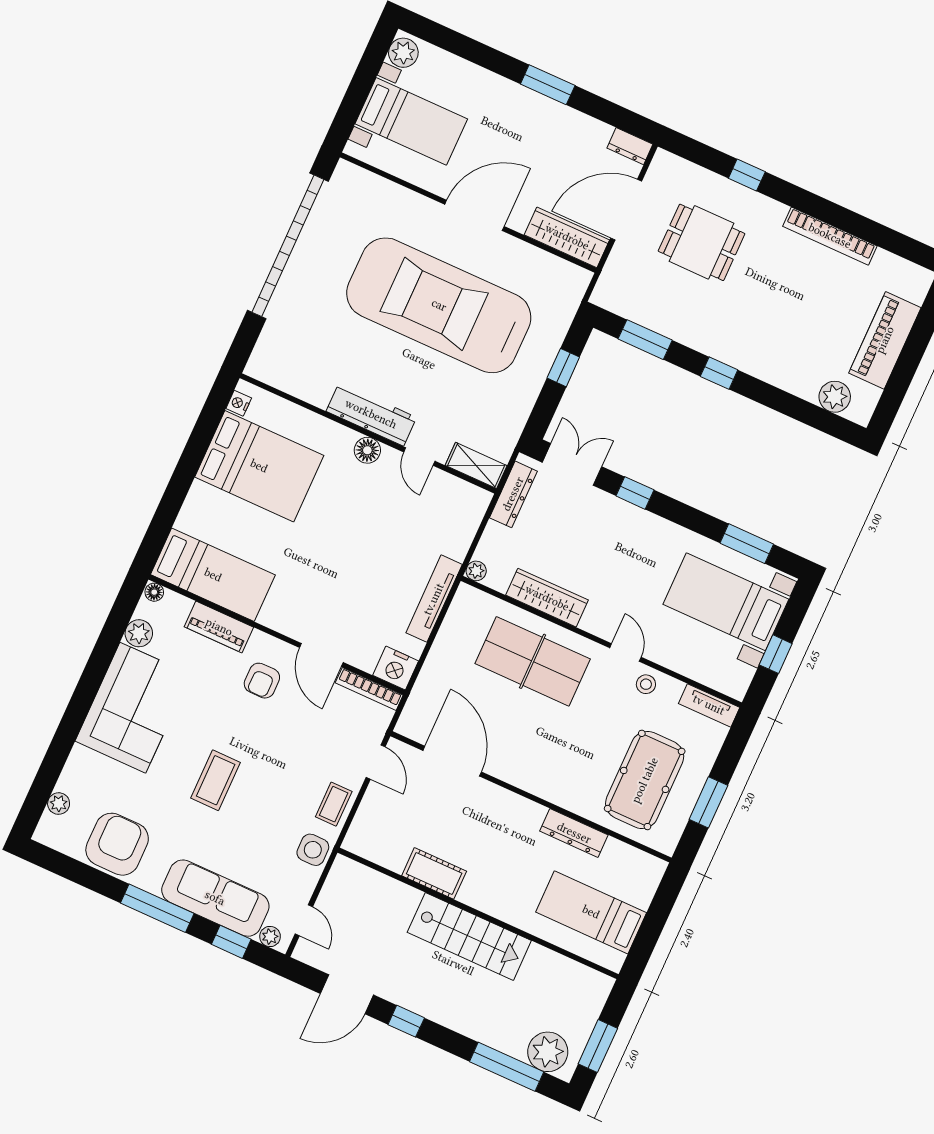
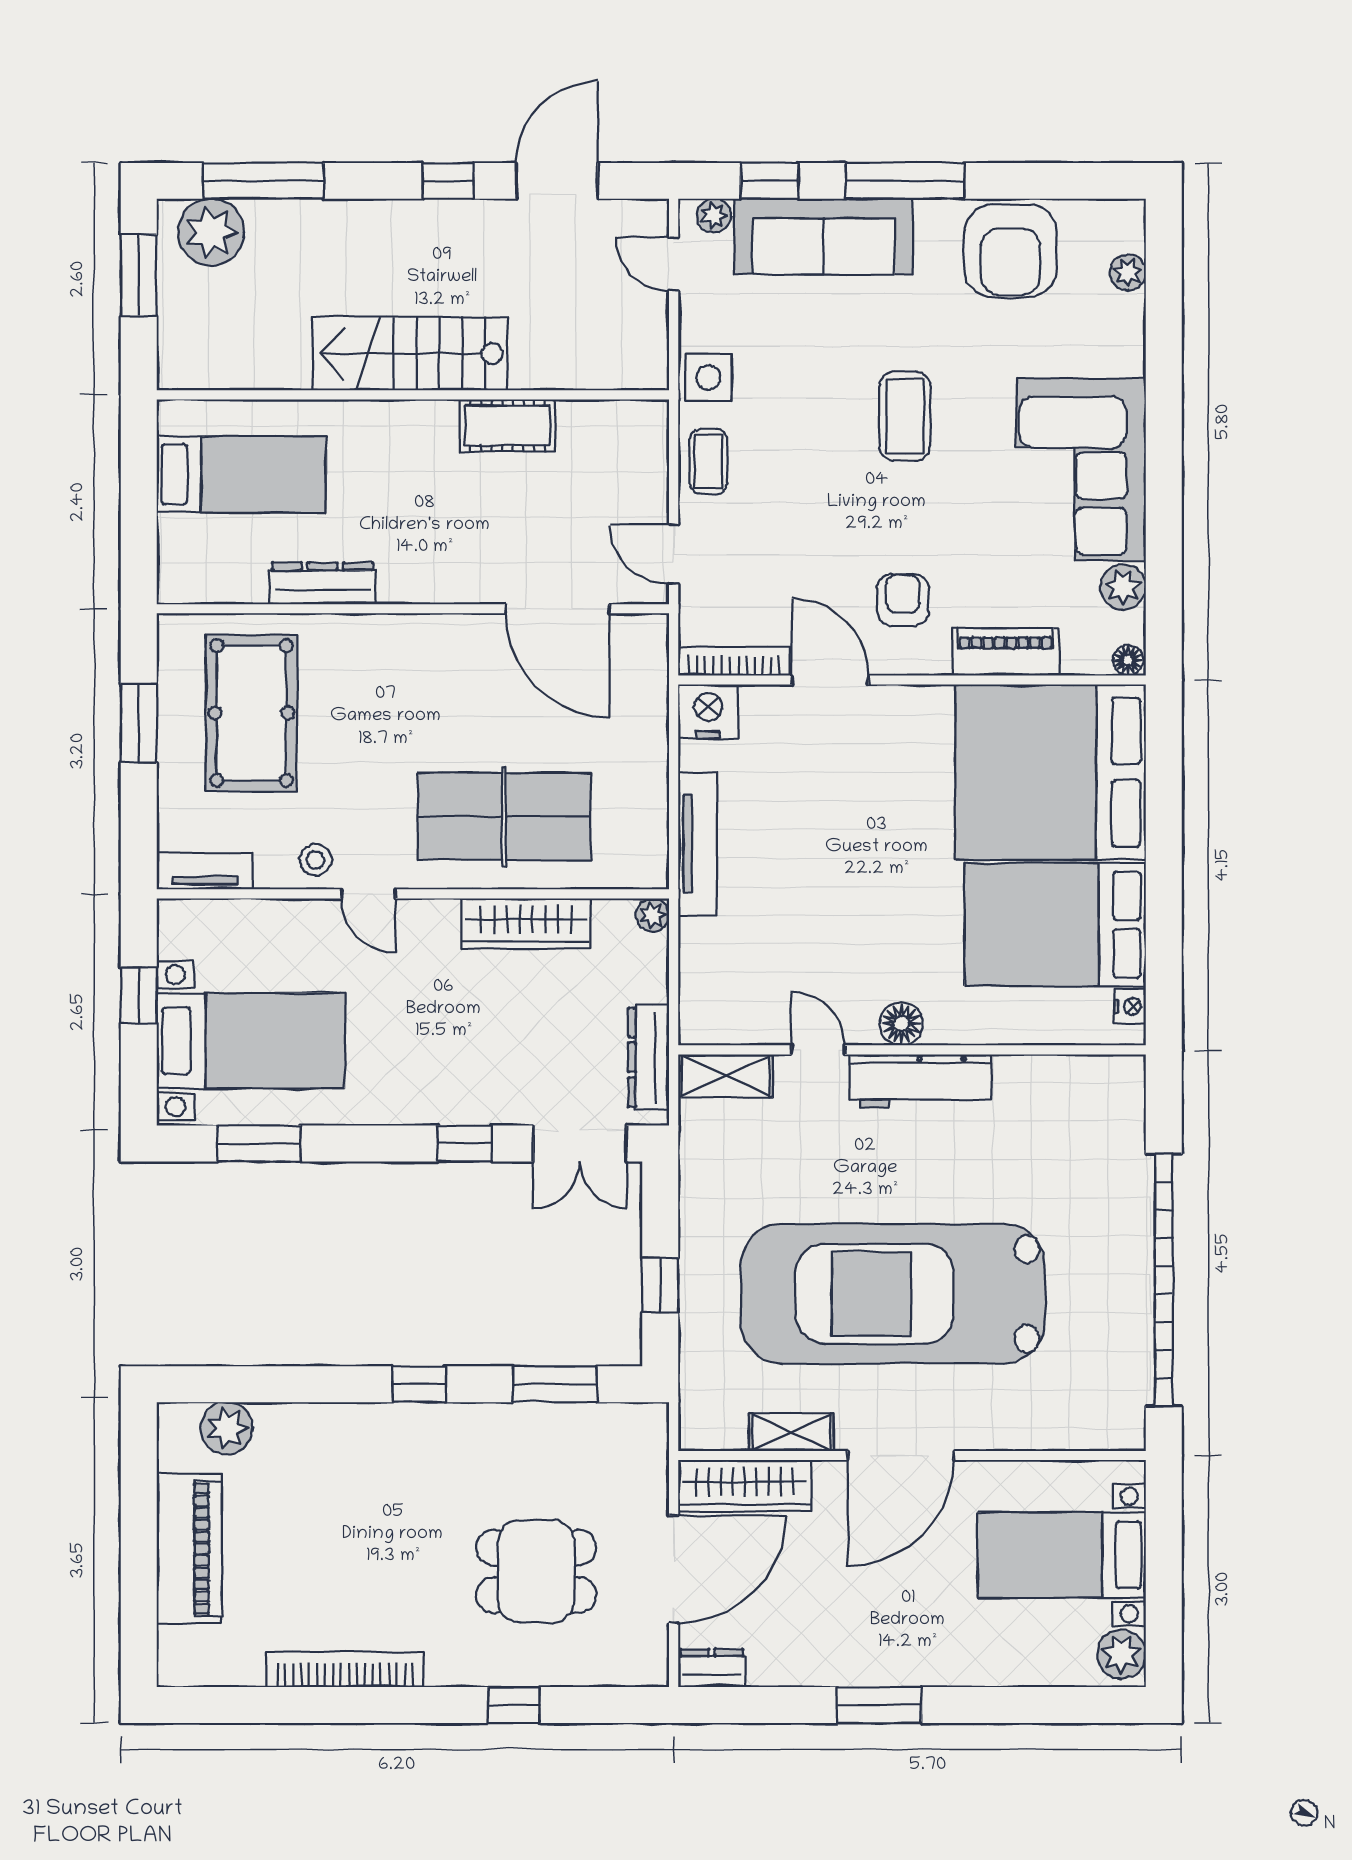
shelving: (528, 255) -> (791, 1432), added
car: (439, 305) -> (893, 1294), turned 180
bed: (213, 575) -> (1051, 772), width x2.04

